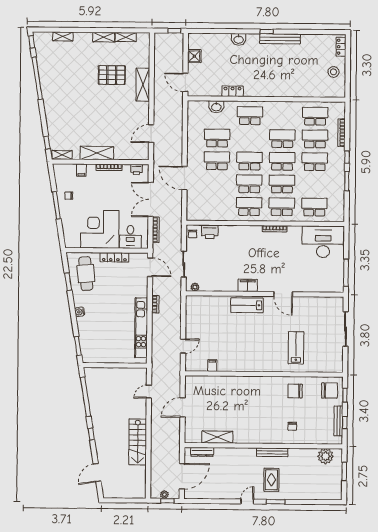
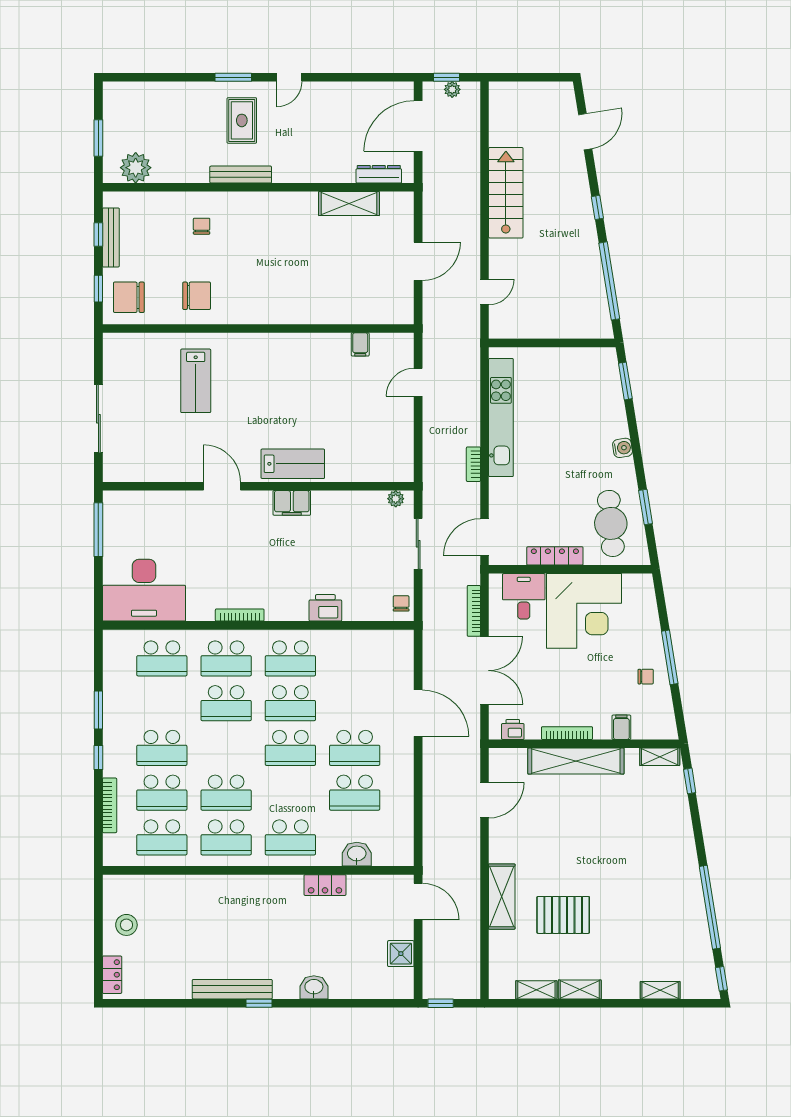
shelving: (97, 153) -> (576, 761), width x1.47
school desk: (282, 161) -> (226, 837), moved
printer: (210, 232) -> (325, 608), moved
door: (150, 267) -> (485, 537), hinge flipped

